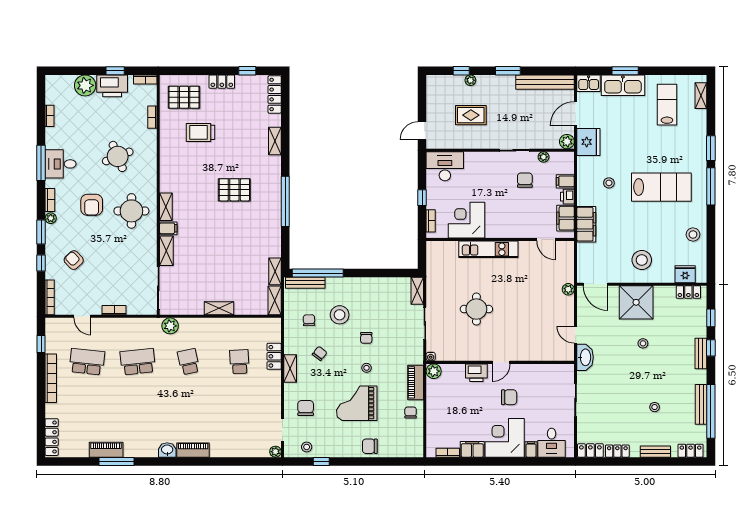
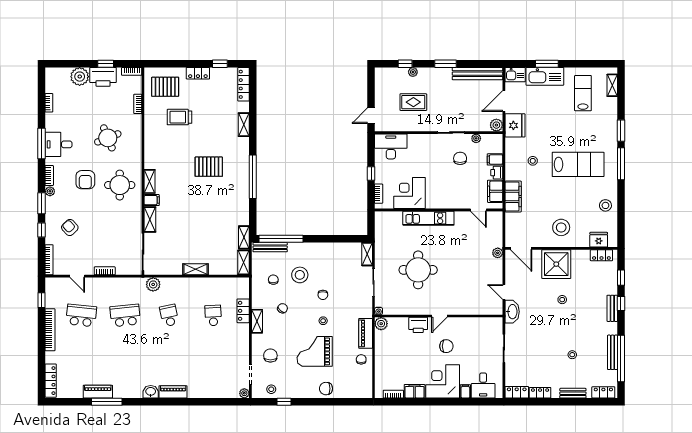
round table: (476, 309) -> (418, 270), width x1.36, depth x1.36

